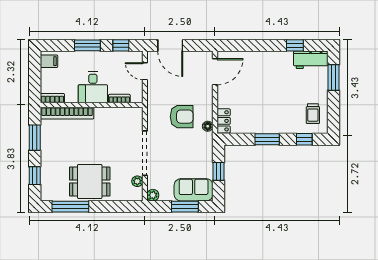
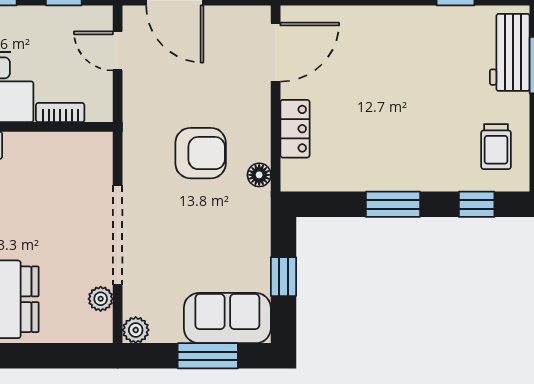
workbench: (311, 60) -> (510, 52), moved, turned 90
locker: (224, 121) -> (295, 129), moved

